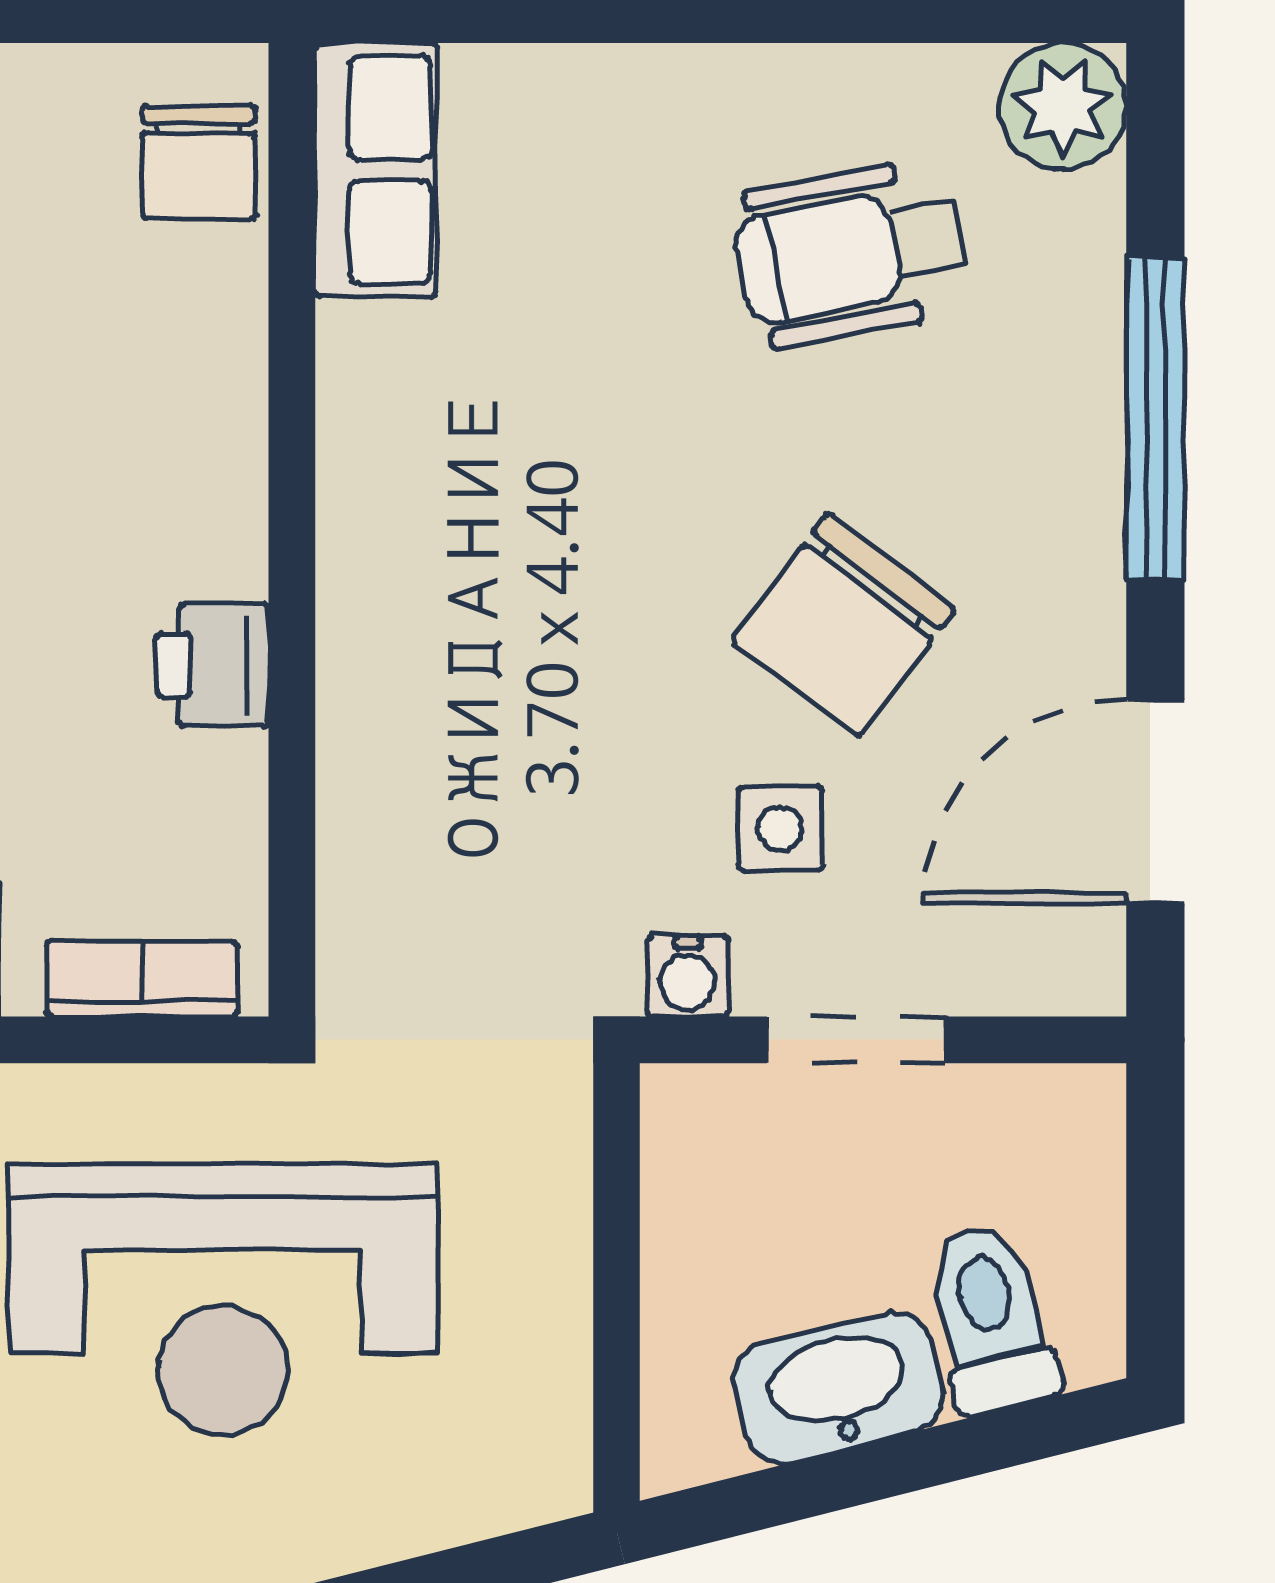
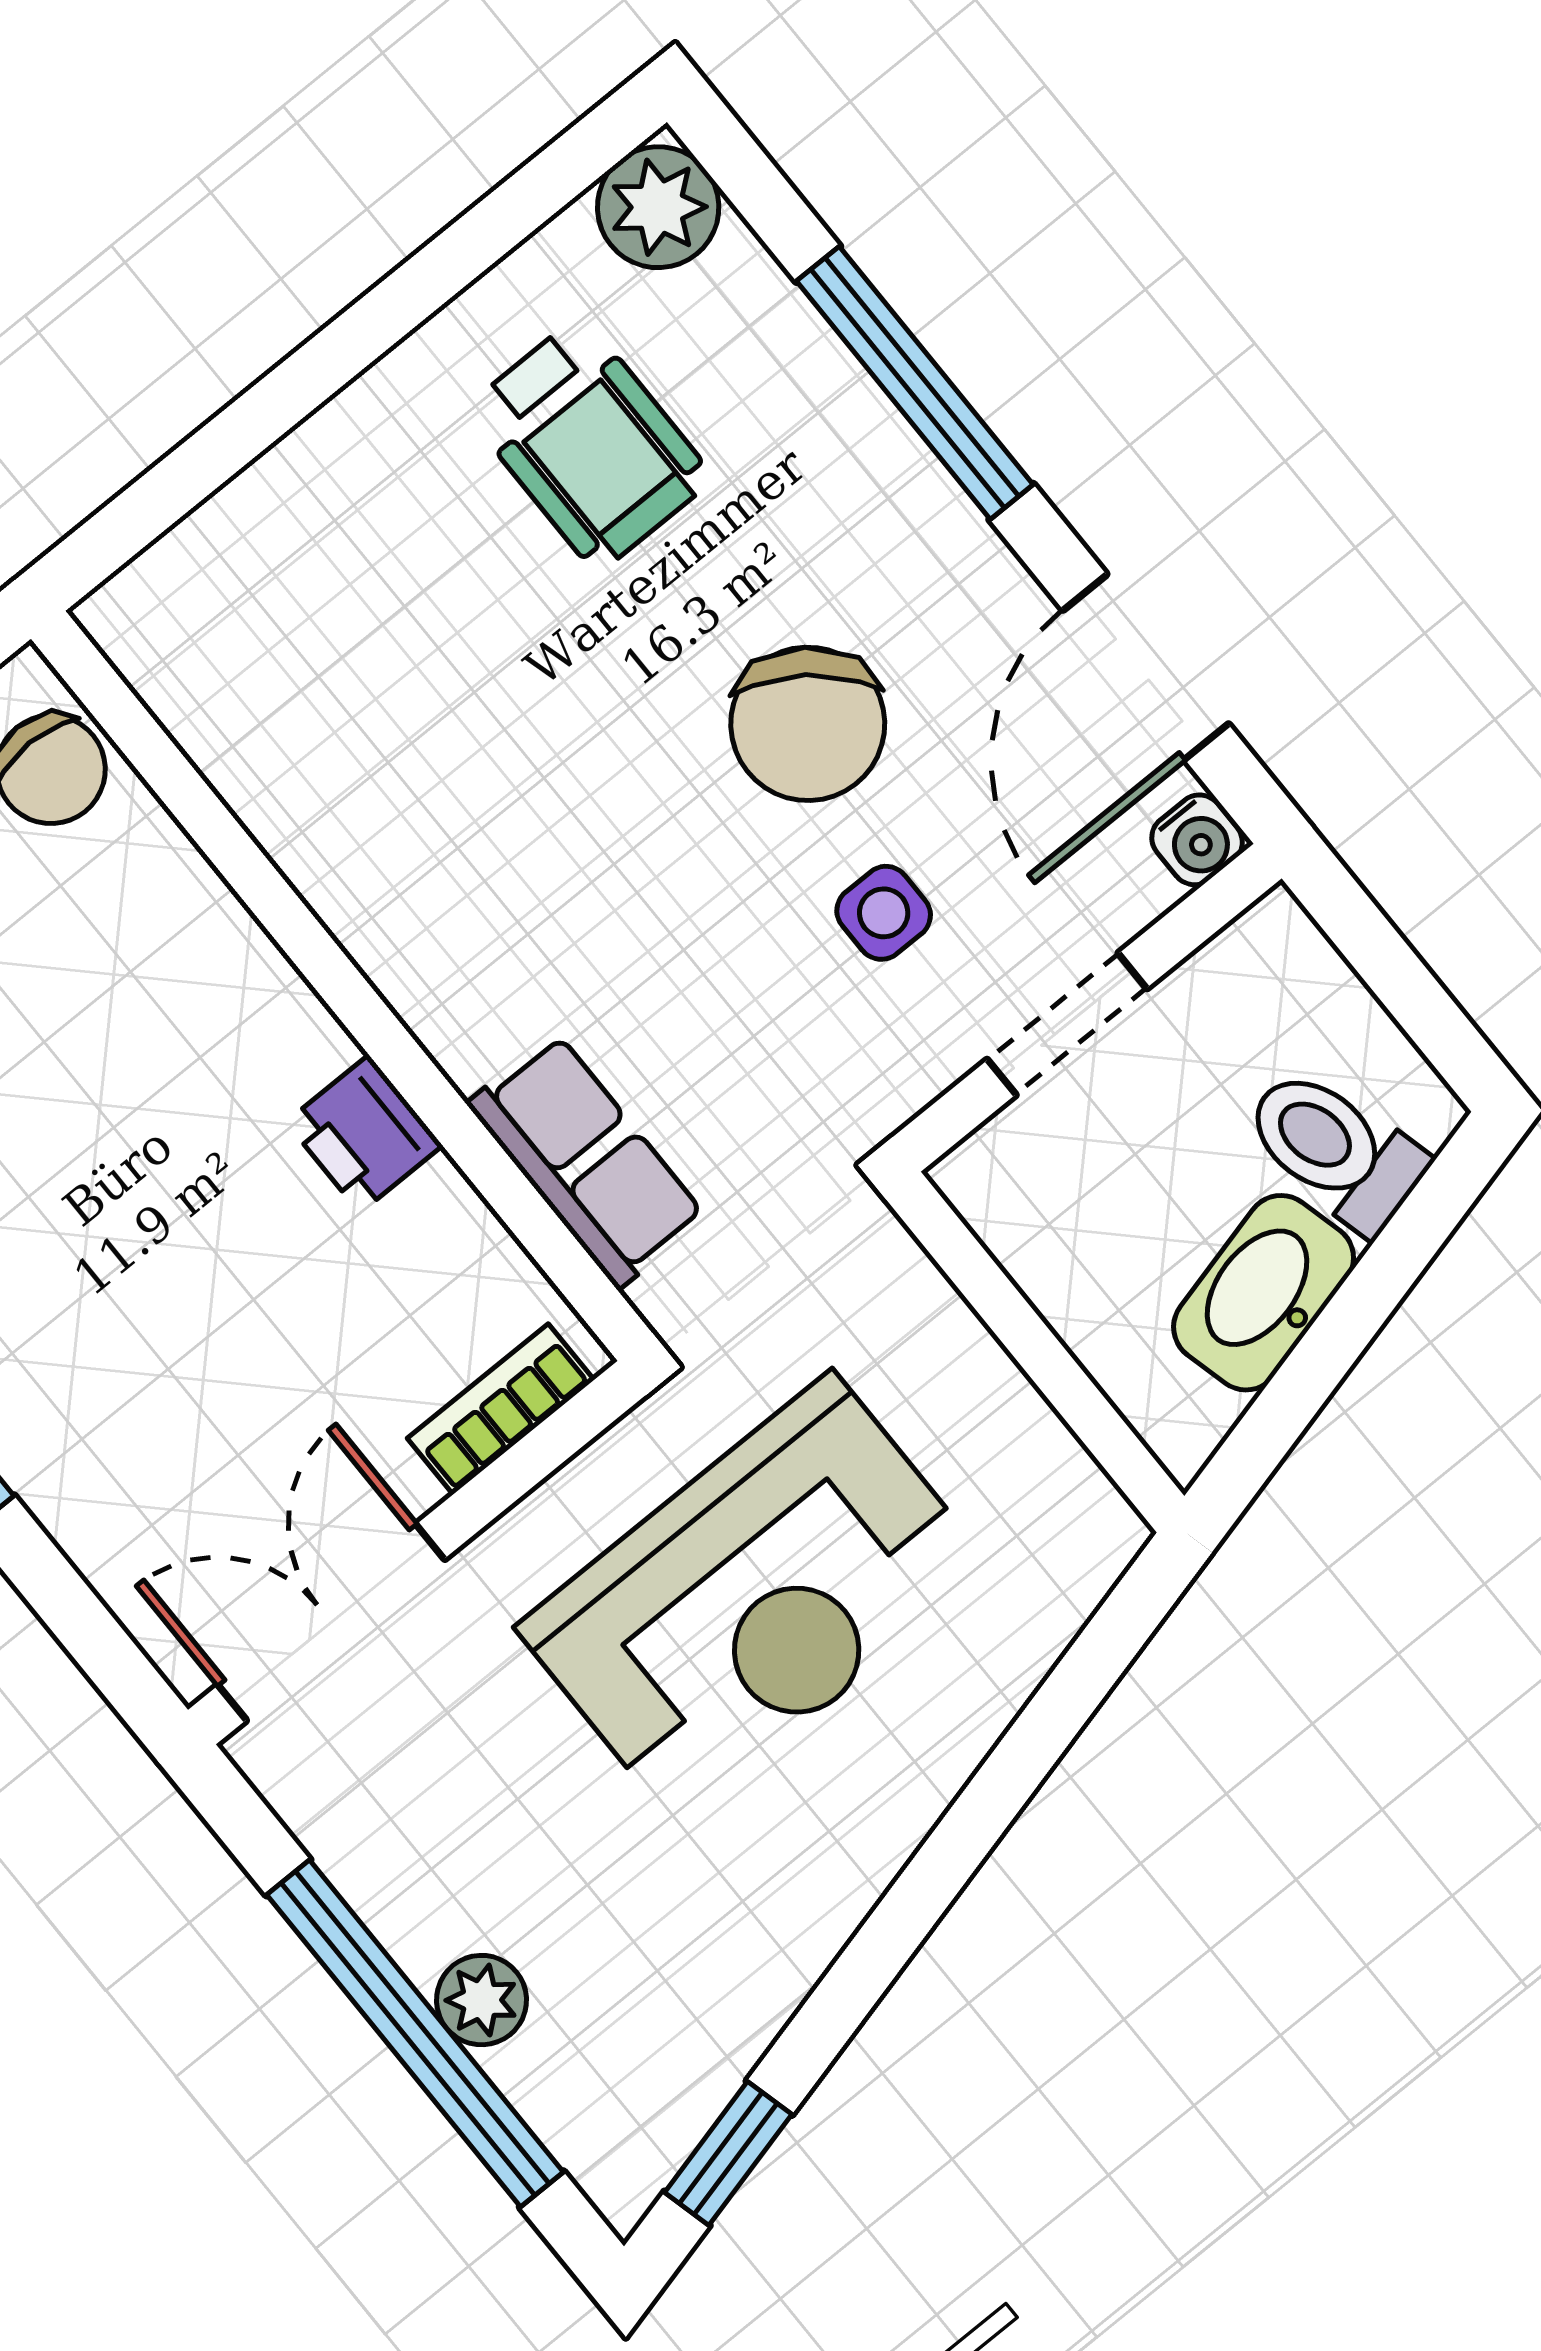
row of seats: (376, 170) -> (587, 1160), moved
wheelchair: (850, 253) -> (589, 444), turned -79
water cooler: (688, 976) -> (1197, 840), moved

